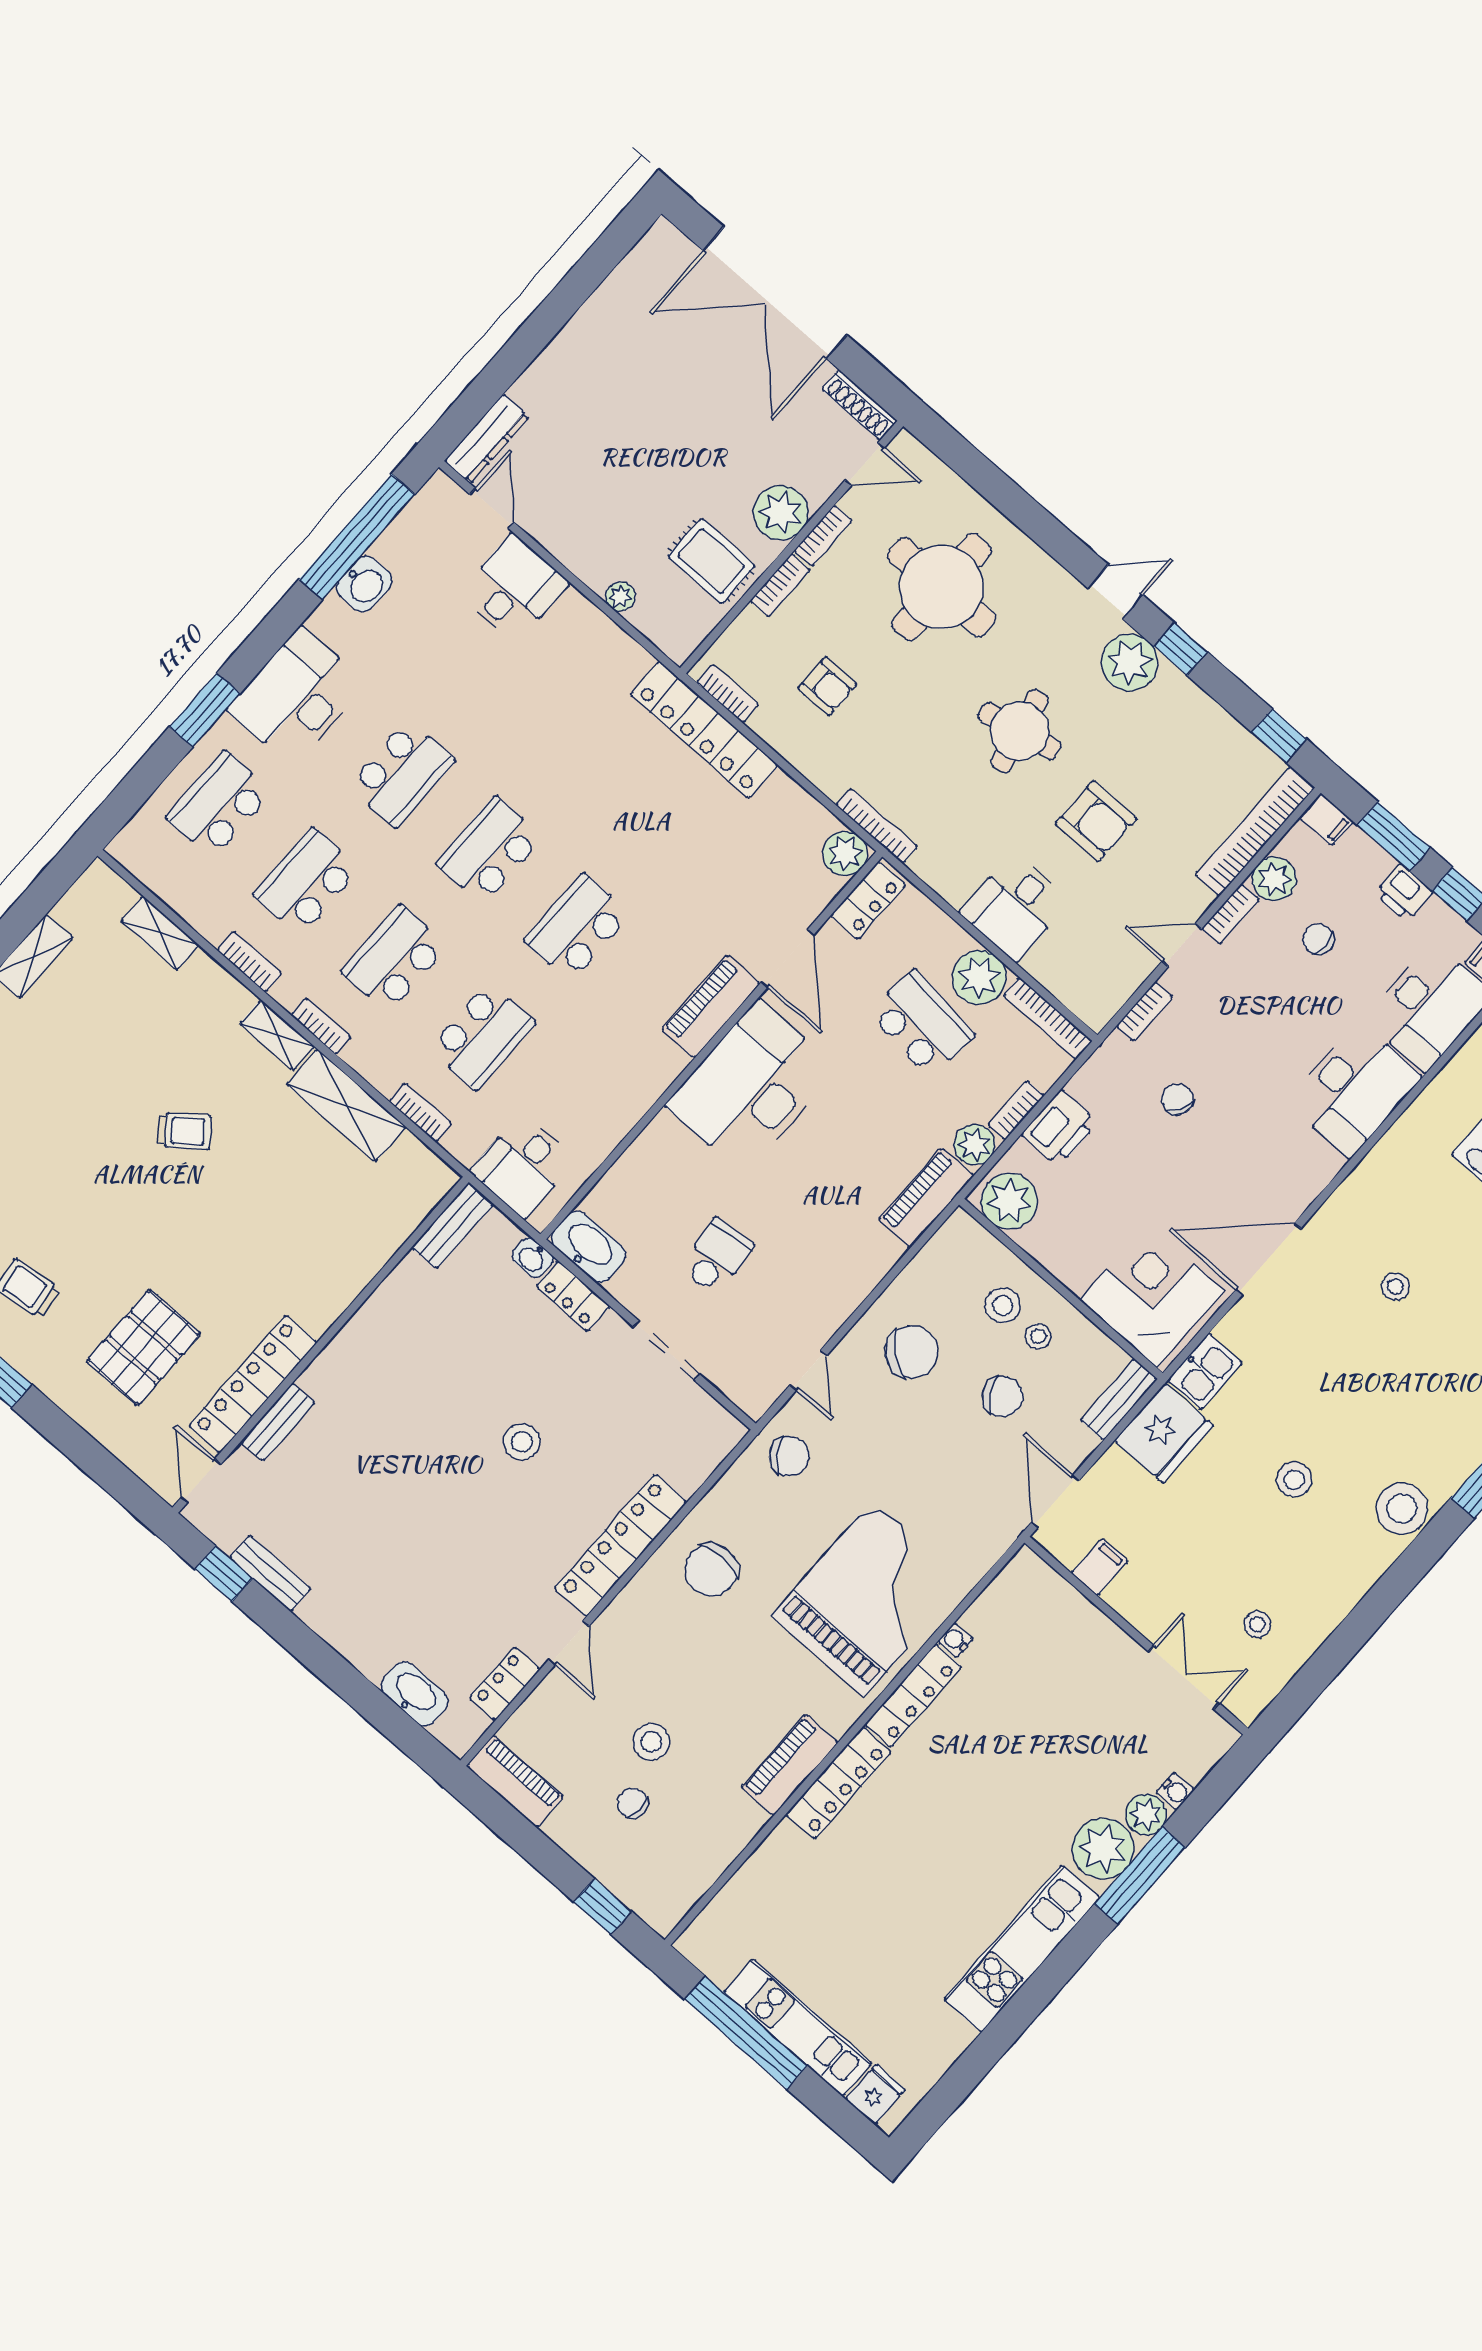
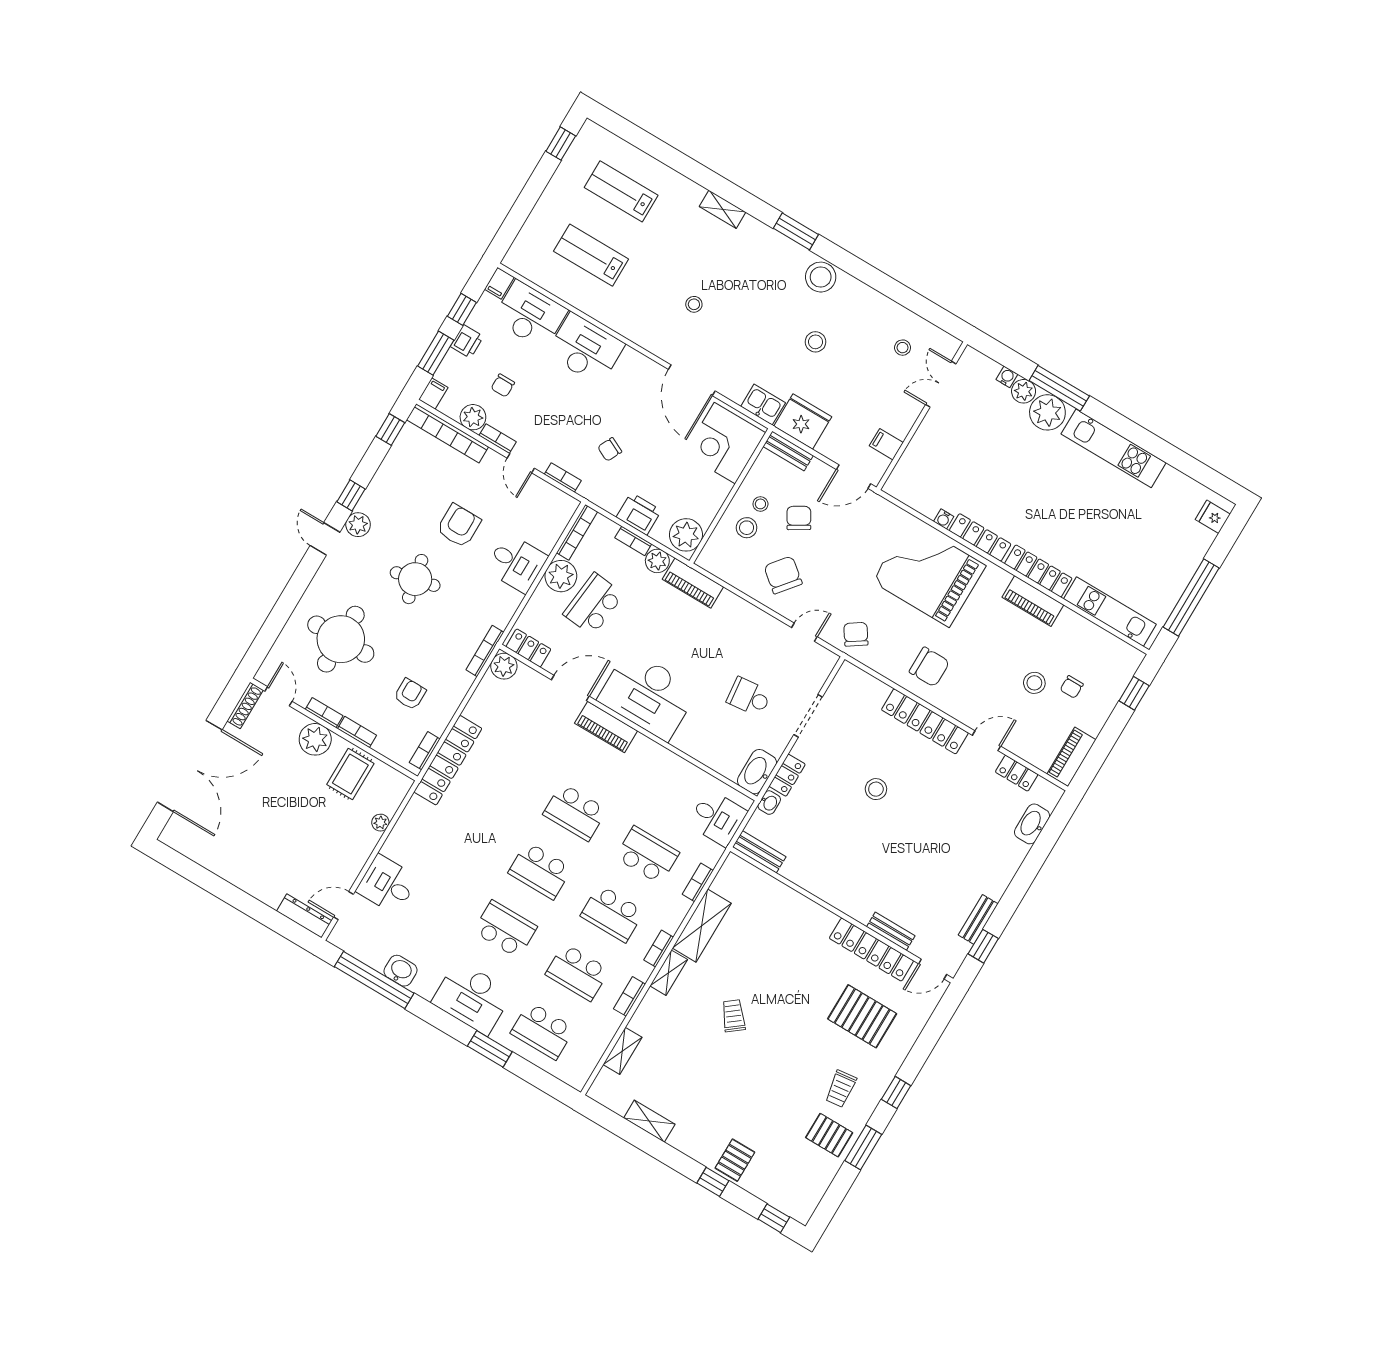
plant: (1130, 662) -> (358, 525), width x0.73, depth x0.73
kitchen unit: (798, 2028) -> (1110, 612), moved, turned 90

